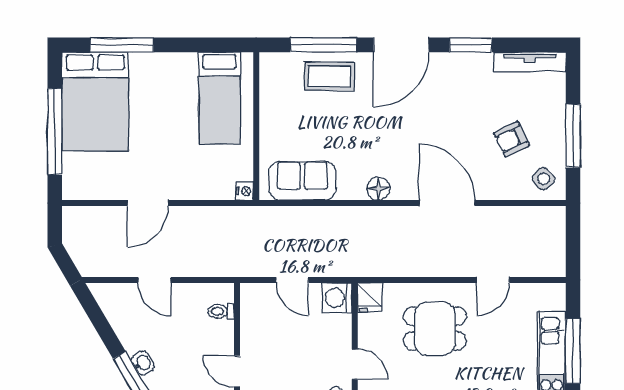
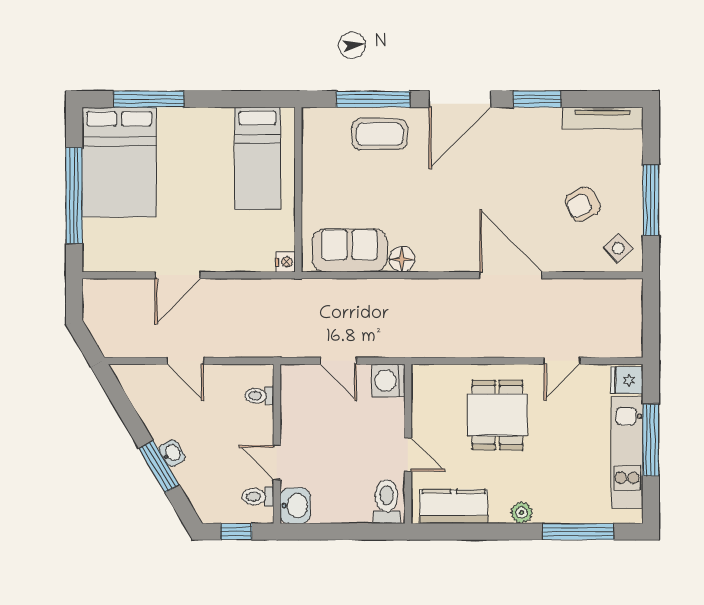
floor lamp: (378, 189) -> (402, 259), moved
fridge: (370, 297) -> (627, 380), moved, turned 90
dining table: (435, 329) -> (497, 415), turned 90

